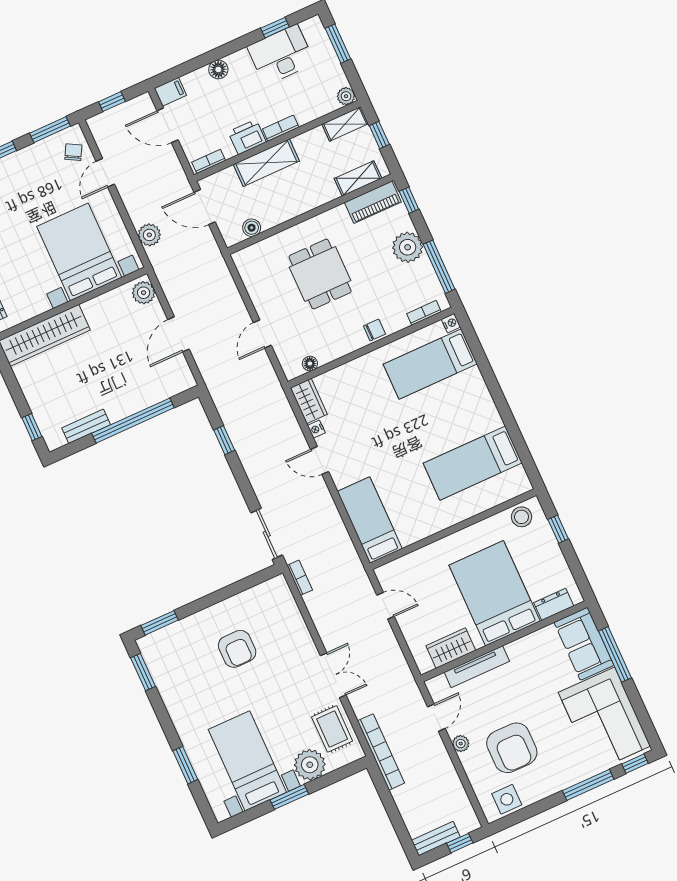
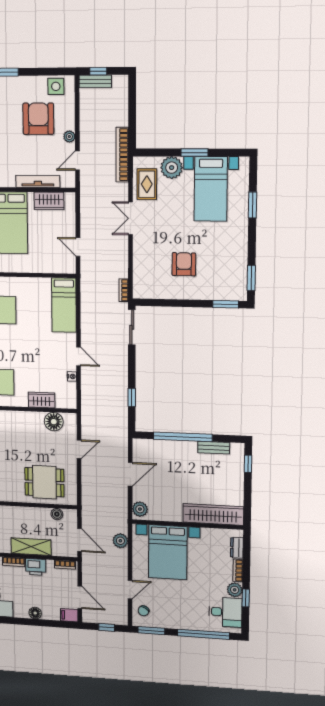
dining table: (320, 274) -> (44, 482), moved, turned 90
chair: (374, 330) -> (10, 418), removed
floor lamp: (310, 364) -> (54, 422), width x1.89, depth x1.89
wardrobe: (309, 401) -> (42, 400), moved, turned 90
bench: (436, 839) -> (95, 81), moved

